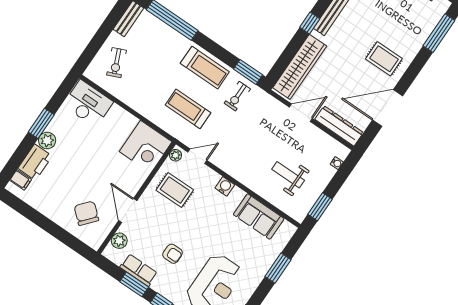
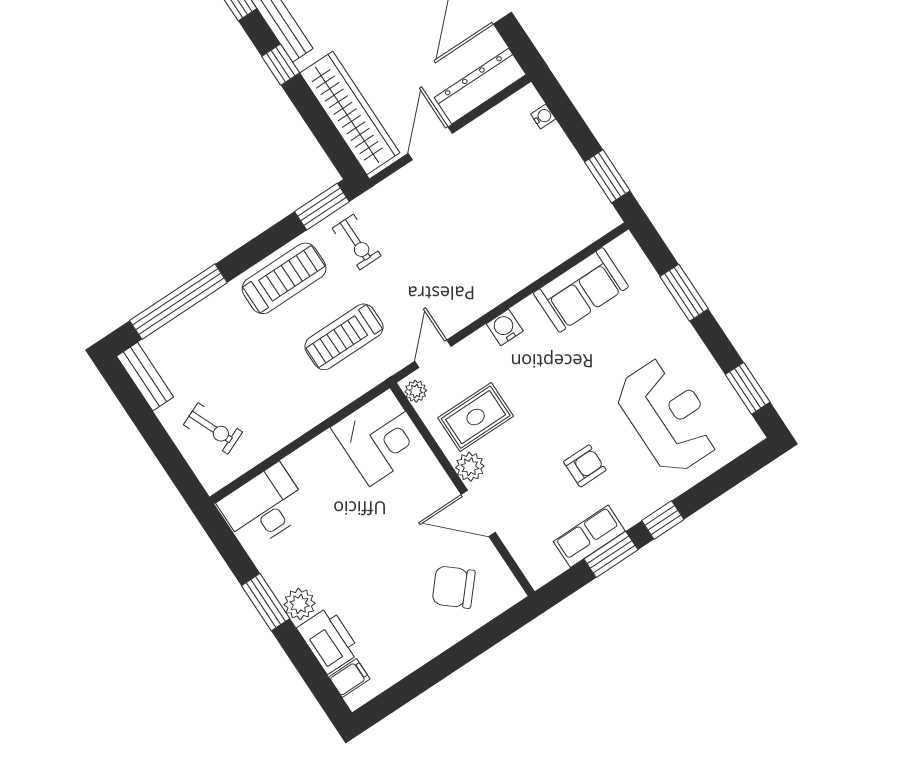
weight bench: (288, 175) -> (529, 209), removed
plant: (119, 241) -> (470, 467), moved

